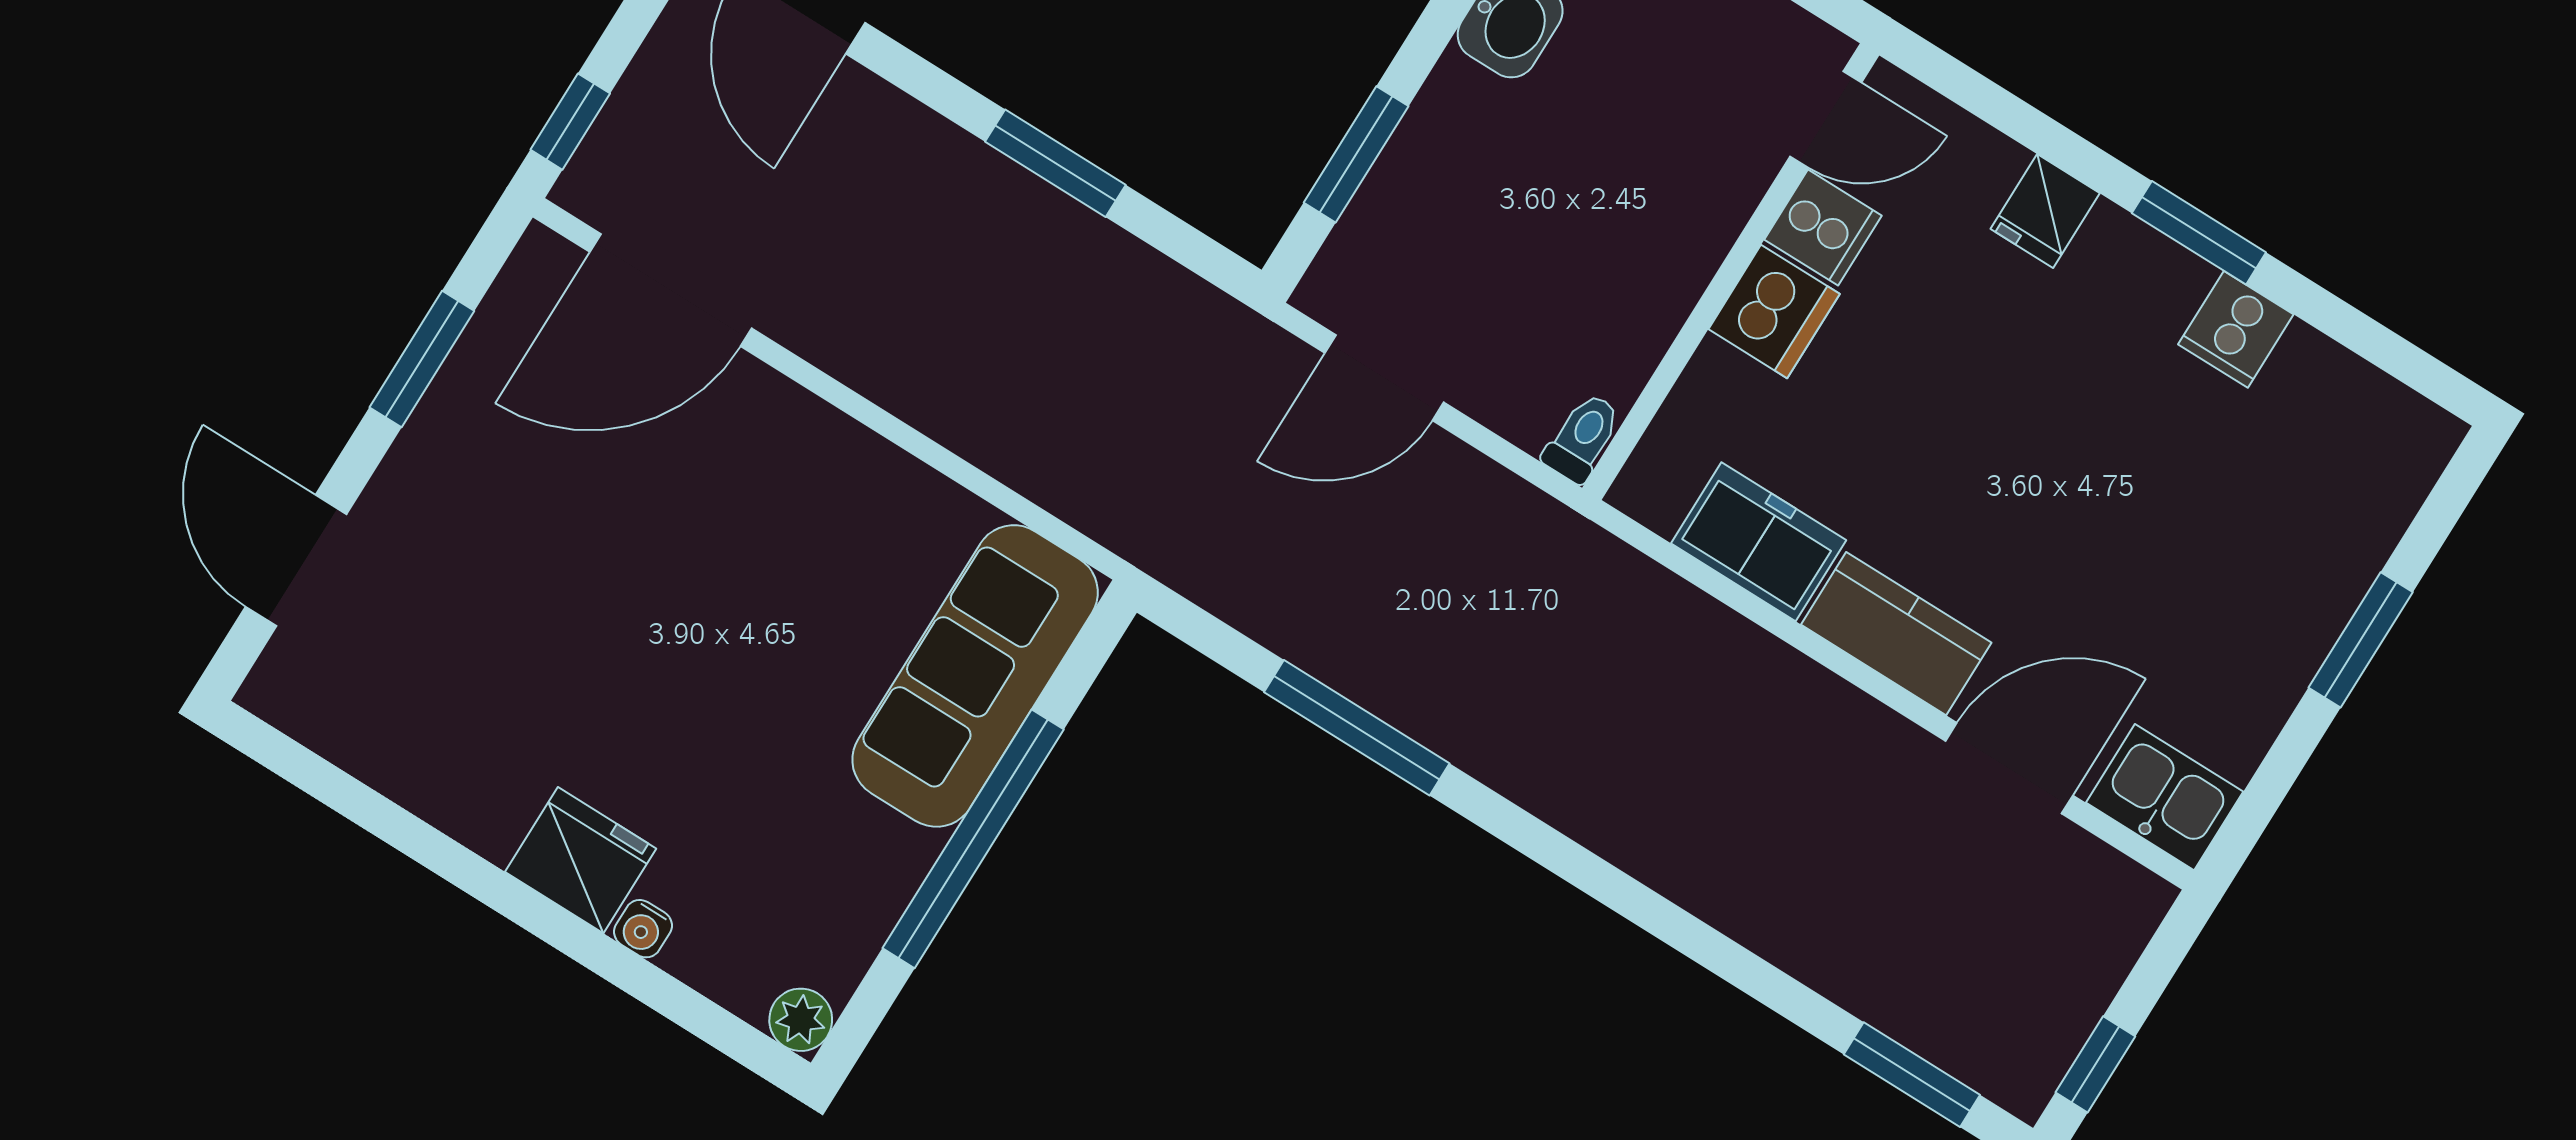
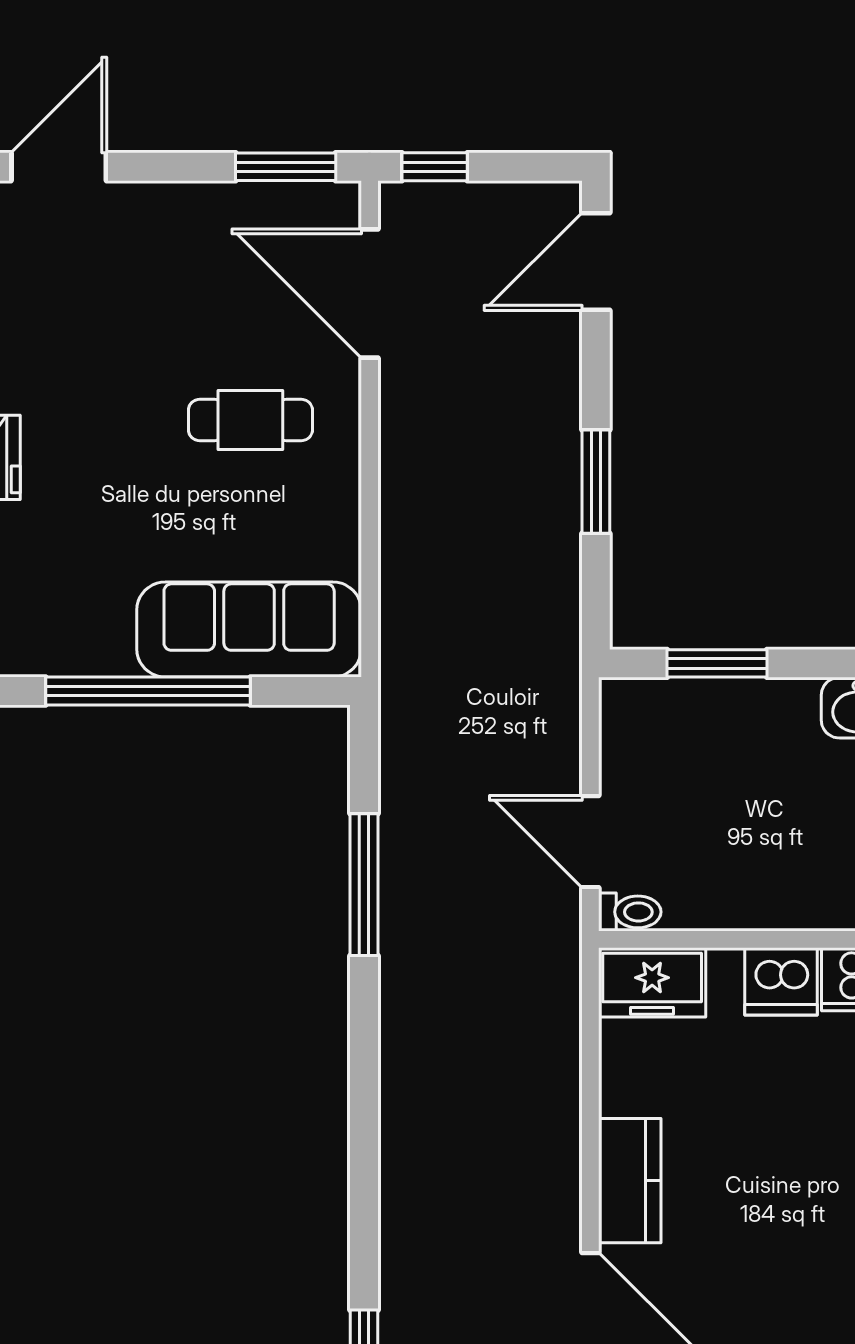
window: (422, 359) -> (286, 167), moved
door: (1384, 378) -> (590, 842), moved
cafe table: (731, 521) -> (250, 420), added
freezer: (1759, 542) -> (652, 982), moved, turned 90

